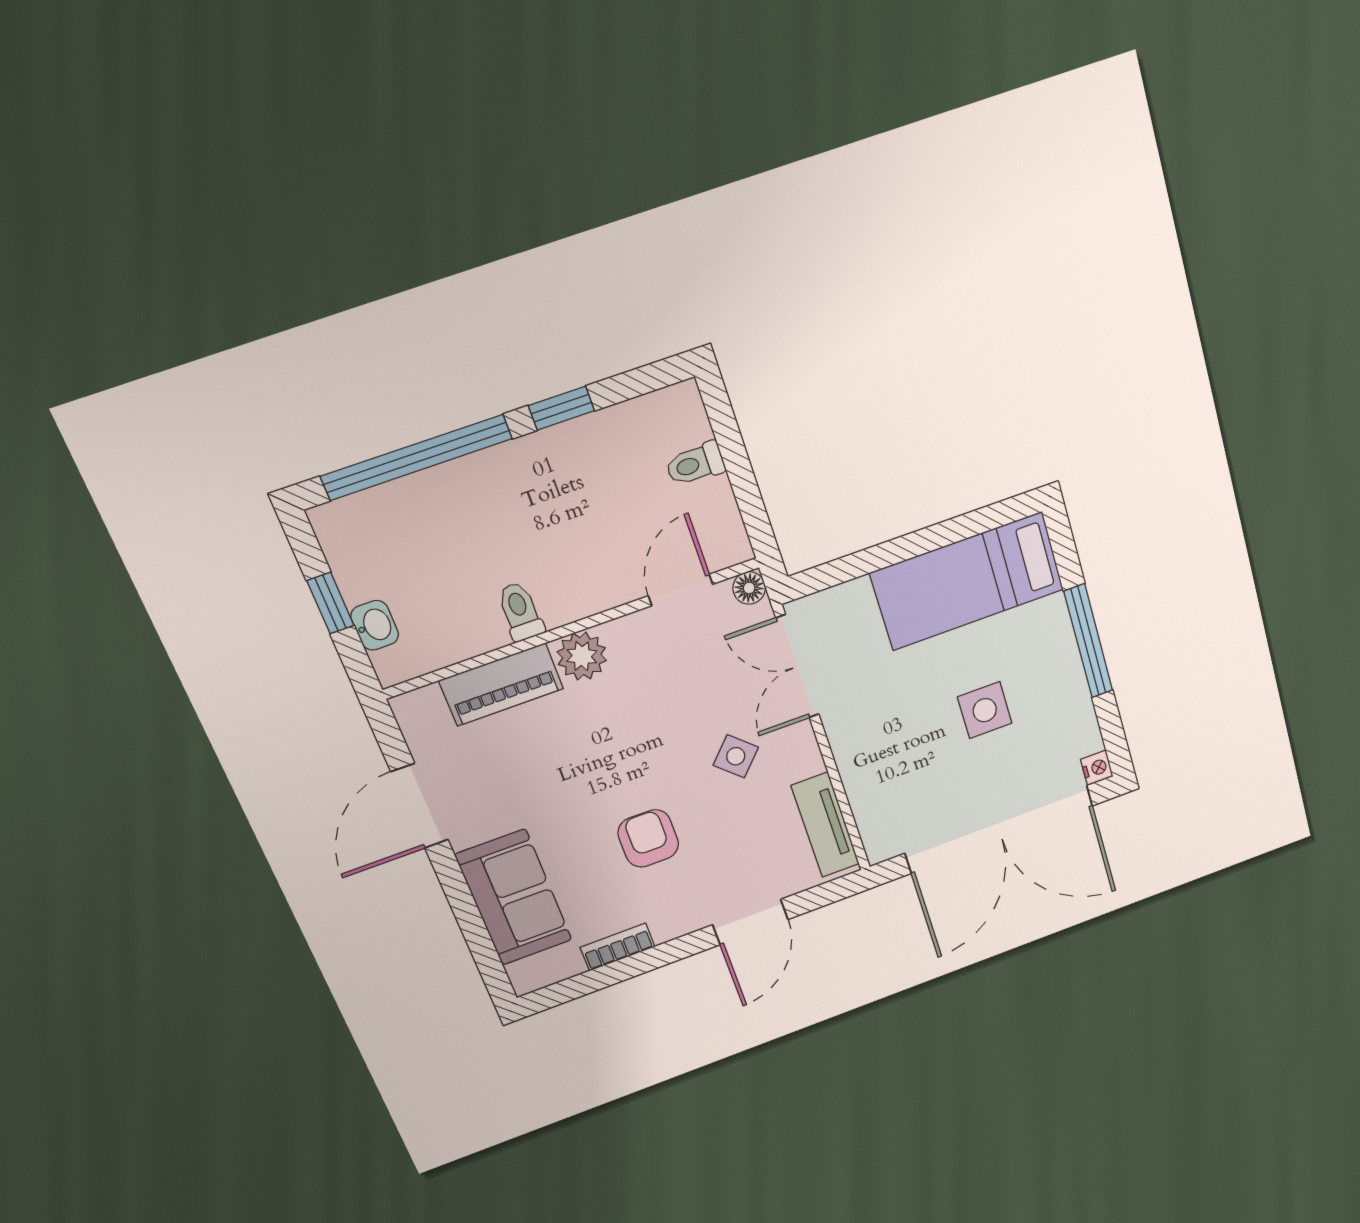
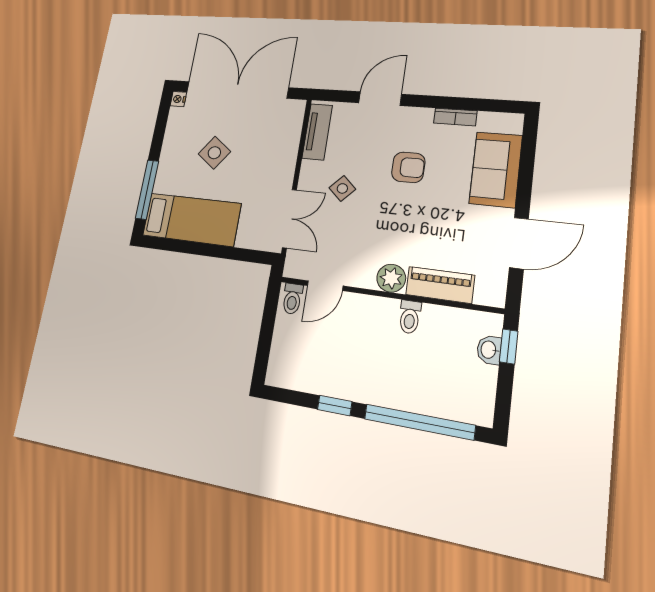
toilet: (695, 464) -> (292, 299), moved, turned 90
floor lamp: (749, 588) -> (292, 269), removed
window: (330, 603) -> (509, 346), moved
window: (1088, 641) -> (147, 190), moved
side table: (985, 710) -> (214, 153), turned 36
armchair: (648, 838) -> (408, 167), turned -90

